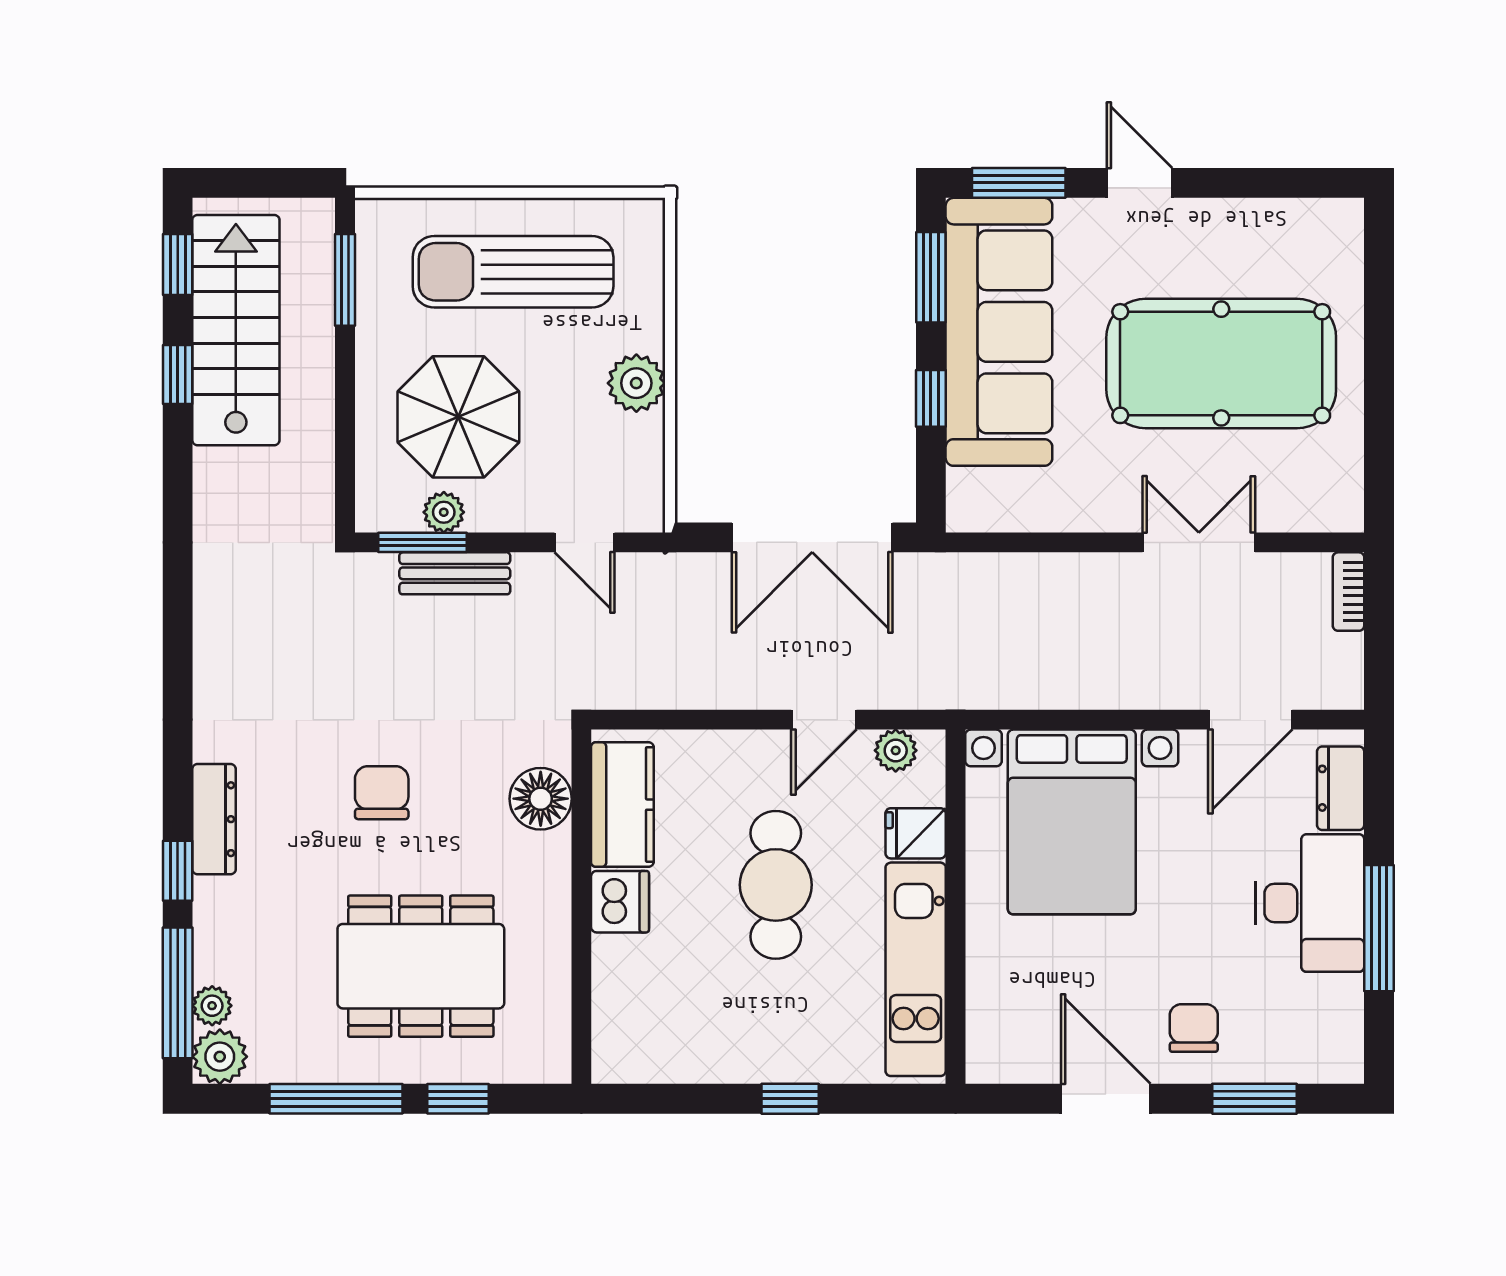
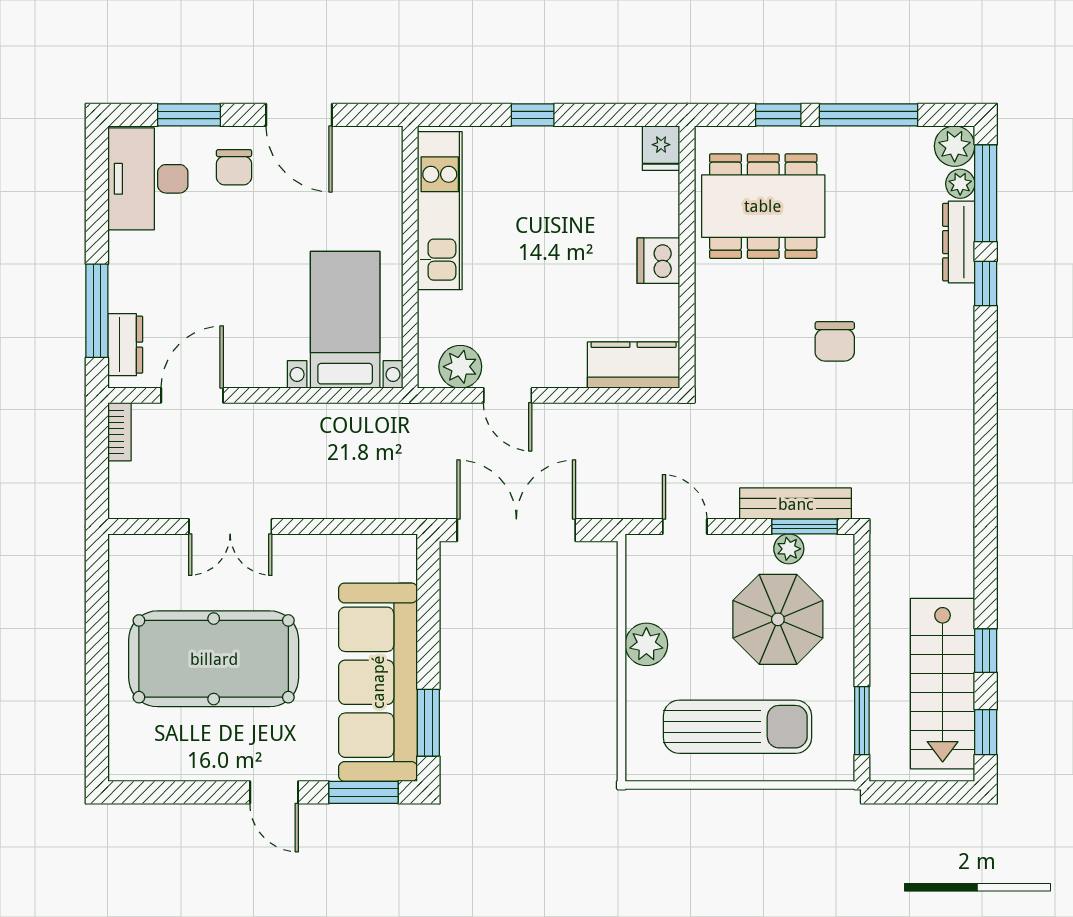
window: (931, 398) -> (428, 633), removed
bench: (455, 573) -> (796, 504), width x1.36
bookcase: (1349, 592) -> (119, 432), moved
door: (824, 720) -> (508, 395), swing flipped
plant: (896, 750) -> (460, 367), width x1.38, depth x1.38
floor lamp: (541, 799) -> (717, 337), removed
kitchen counter: (622, 805) -> (634, 365), moved, turned 90
dresser: (214, 819) -> (959, 242), moved
bed with nightstands: (1072, 822) -> (345, 320), width x0.73
fridge: (916, 833) -> (661, 148), moved, turned 90
cafe table: (776, 885) -> (543, 273), removed
desk: (1310, 903) -> (148, 179), moved
window: (1379, 928) -> (97, 311), moved
dining table: (421, 966) -> (763, 206), moved

